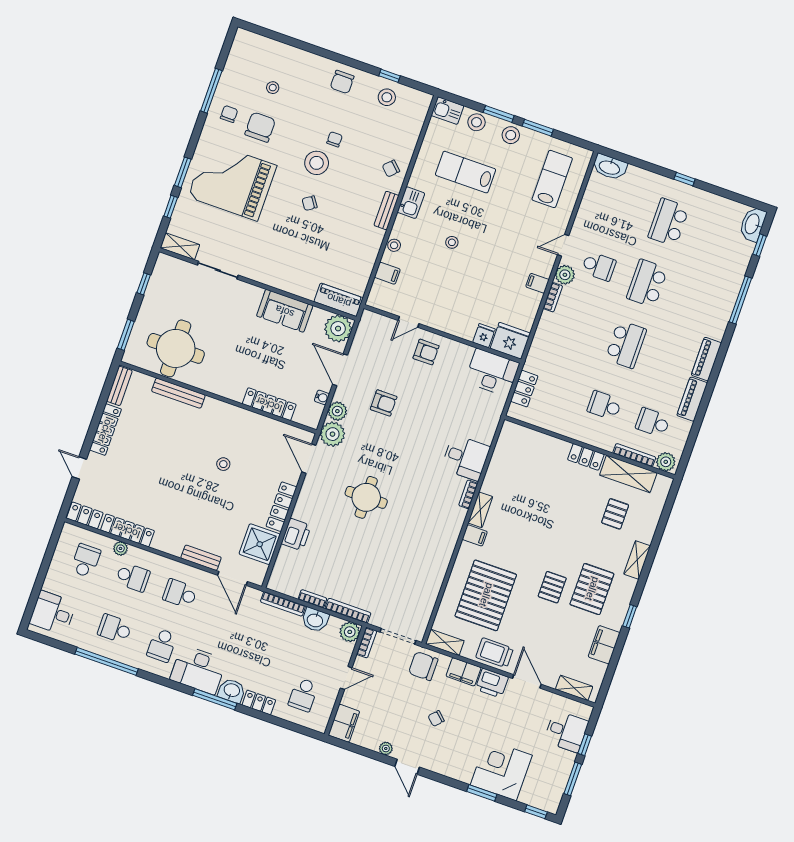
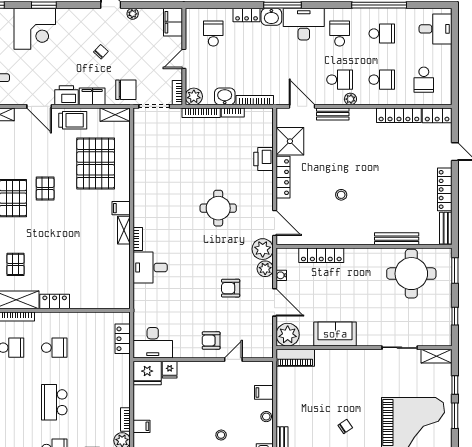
plant: (121, 548) -> (350, 99), moved
school desk: (133, 577) -> (382, 80), turned 180

